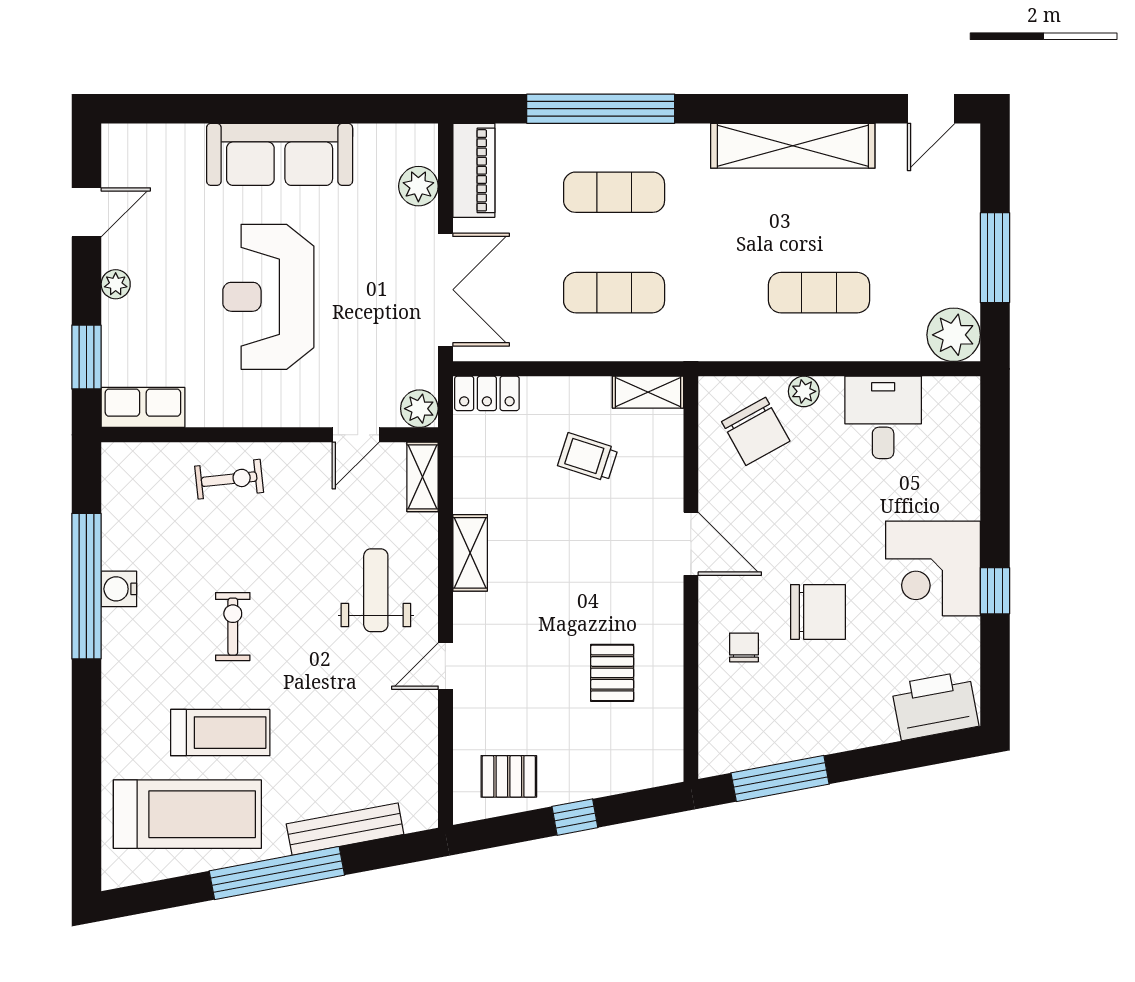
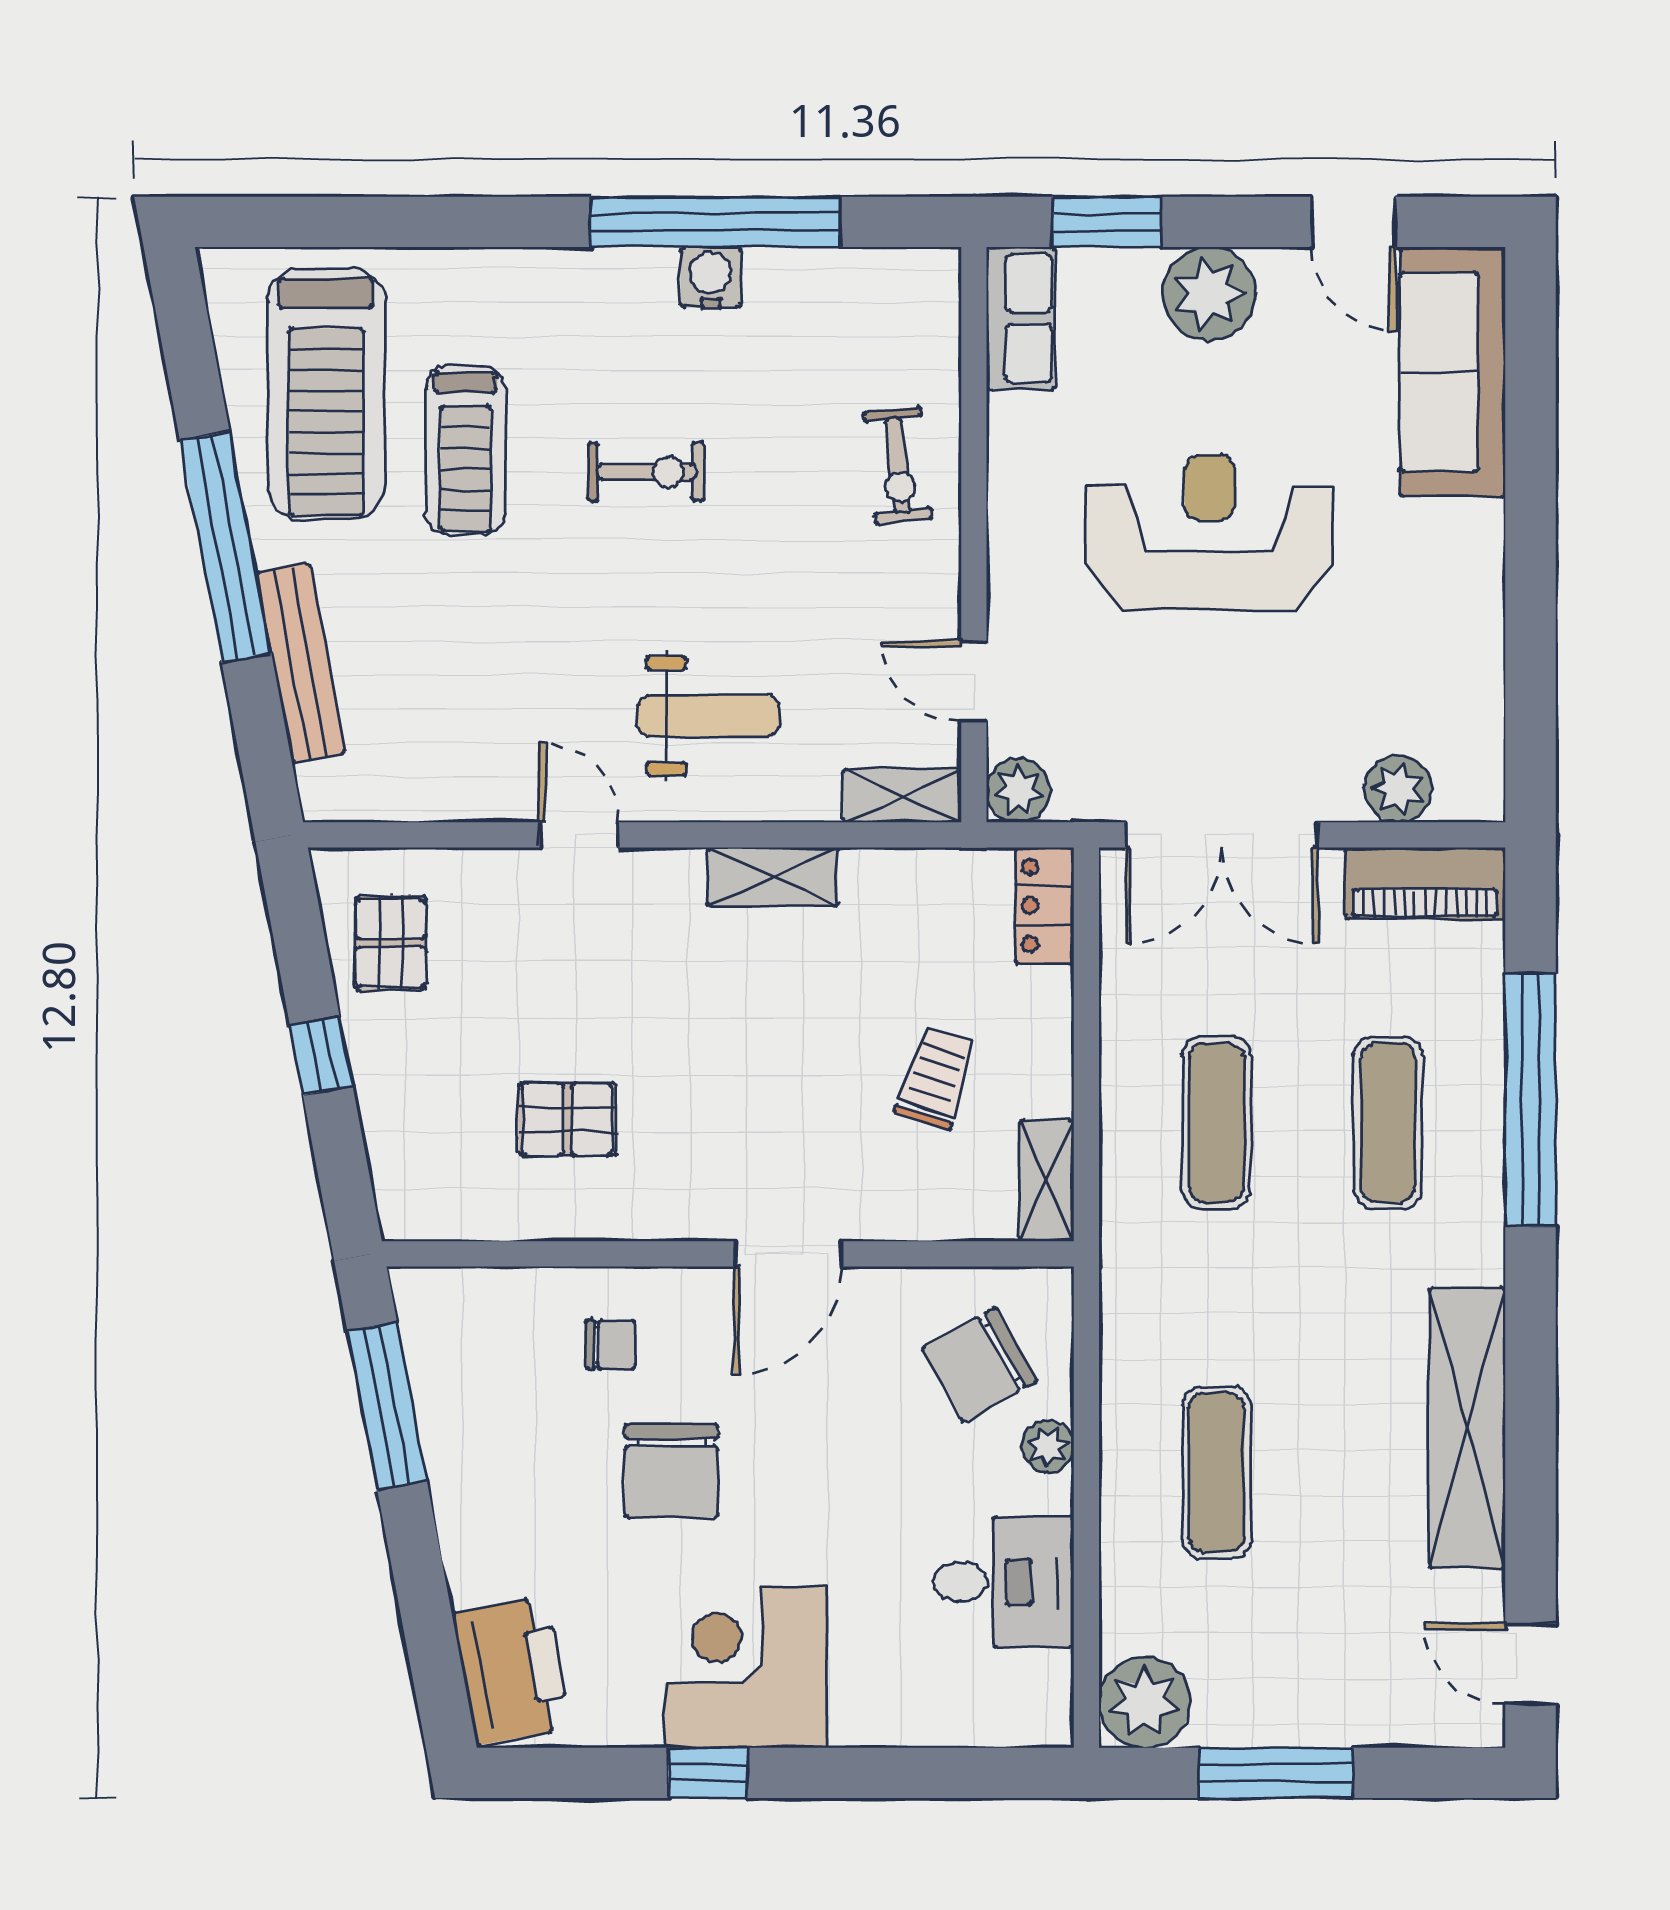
sofa: (280, 154) -> (1453, 372), moved
plant: (116, 284) -> (1209, 294), width x1.88, depth x1.88

